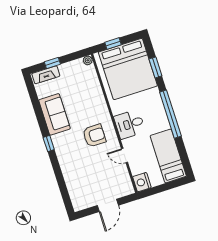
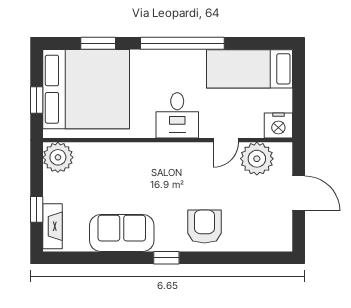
plant: (88, 60) -> (58, 157), width x1.87, depth x1.87
armchair: (94, 136) -> (204, 227), moved
plant: (120, 176) -> (257, 159), added

